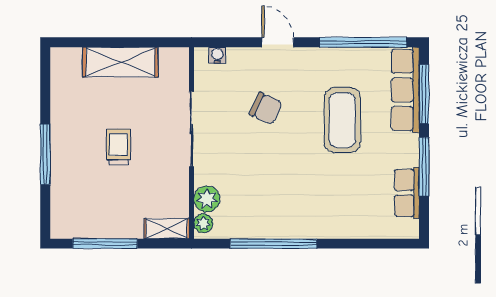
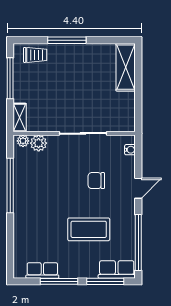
shelving: (120, 62) -> (126, 67), moved
row of seats: (405, 90) -> (117, 269), width x0.68
chair: (266, 108) -> (96, 181), turned 65
trolley: (119, 147) -> (35, 55), moved

